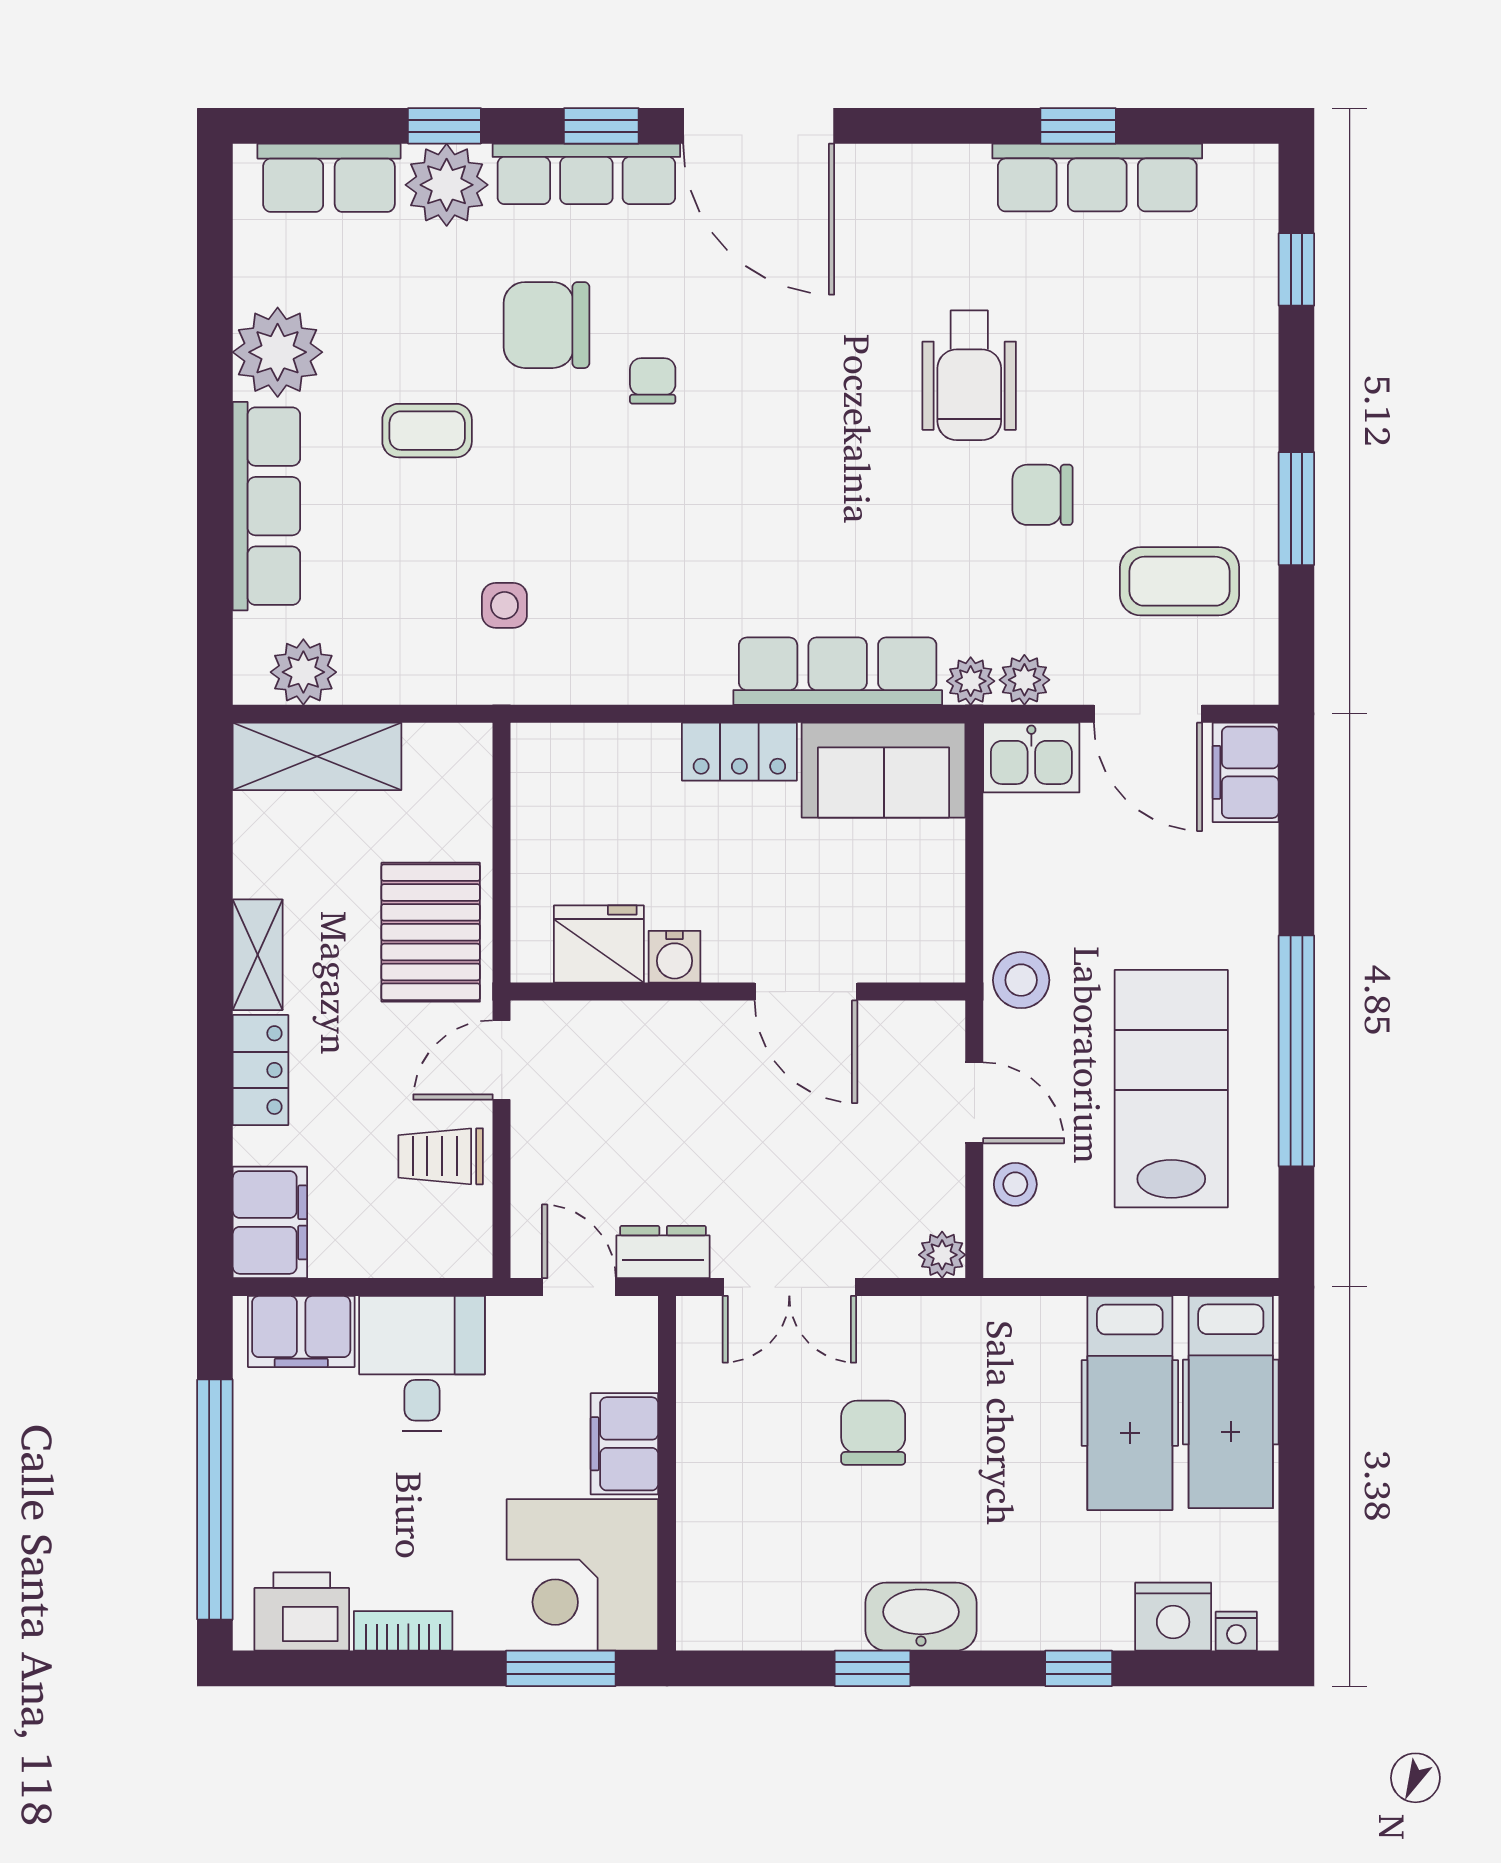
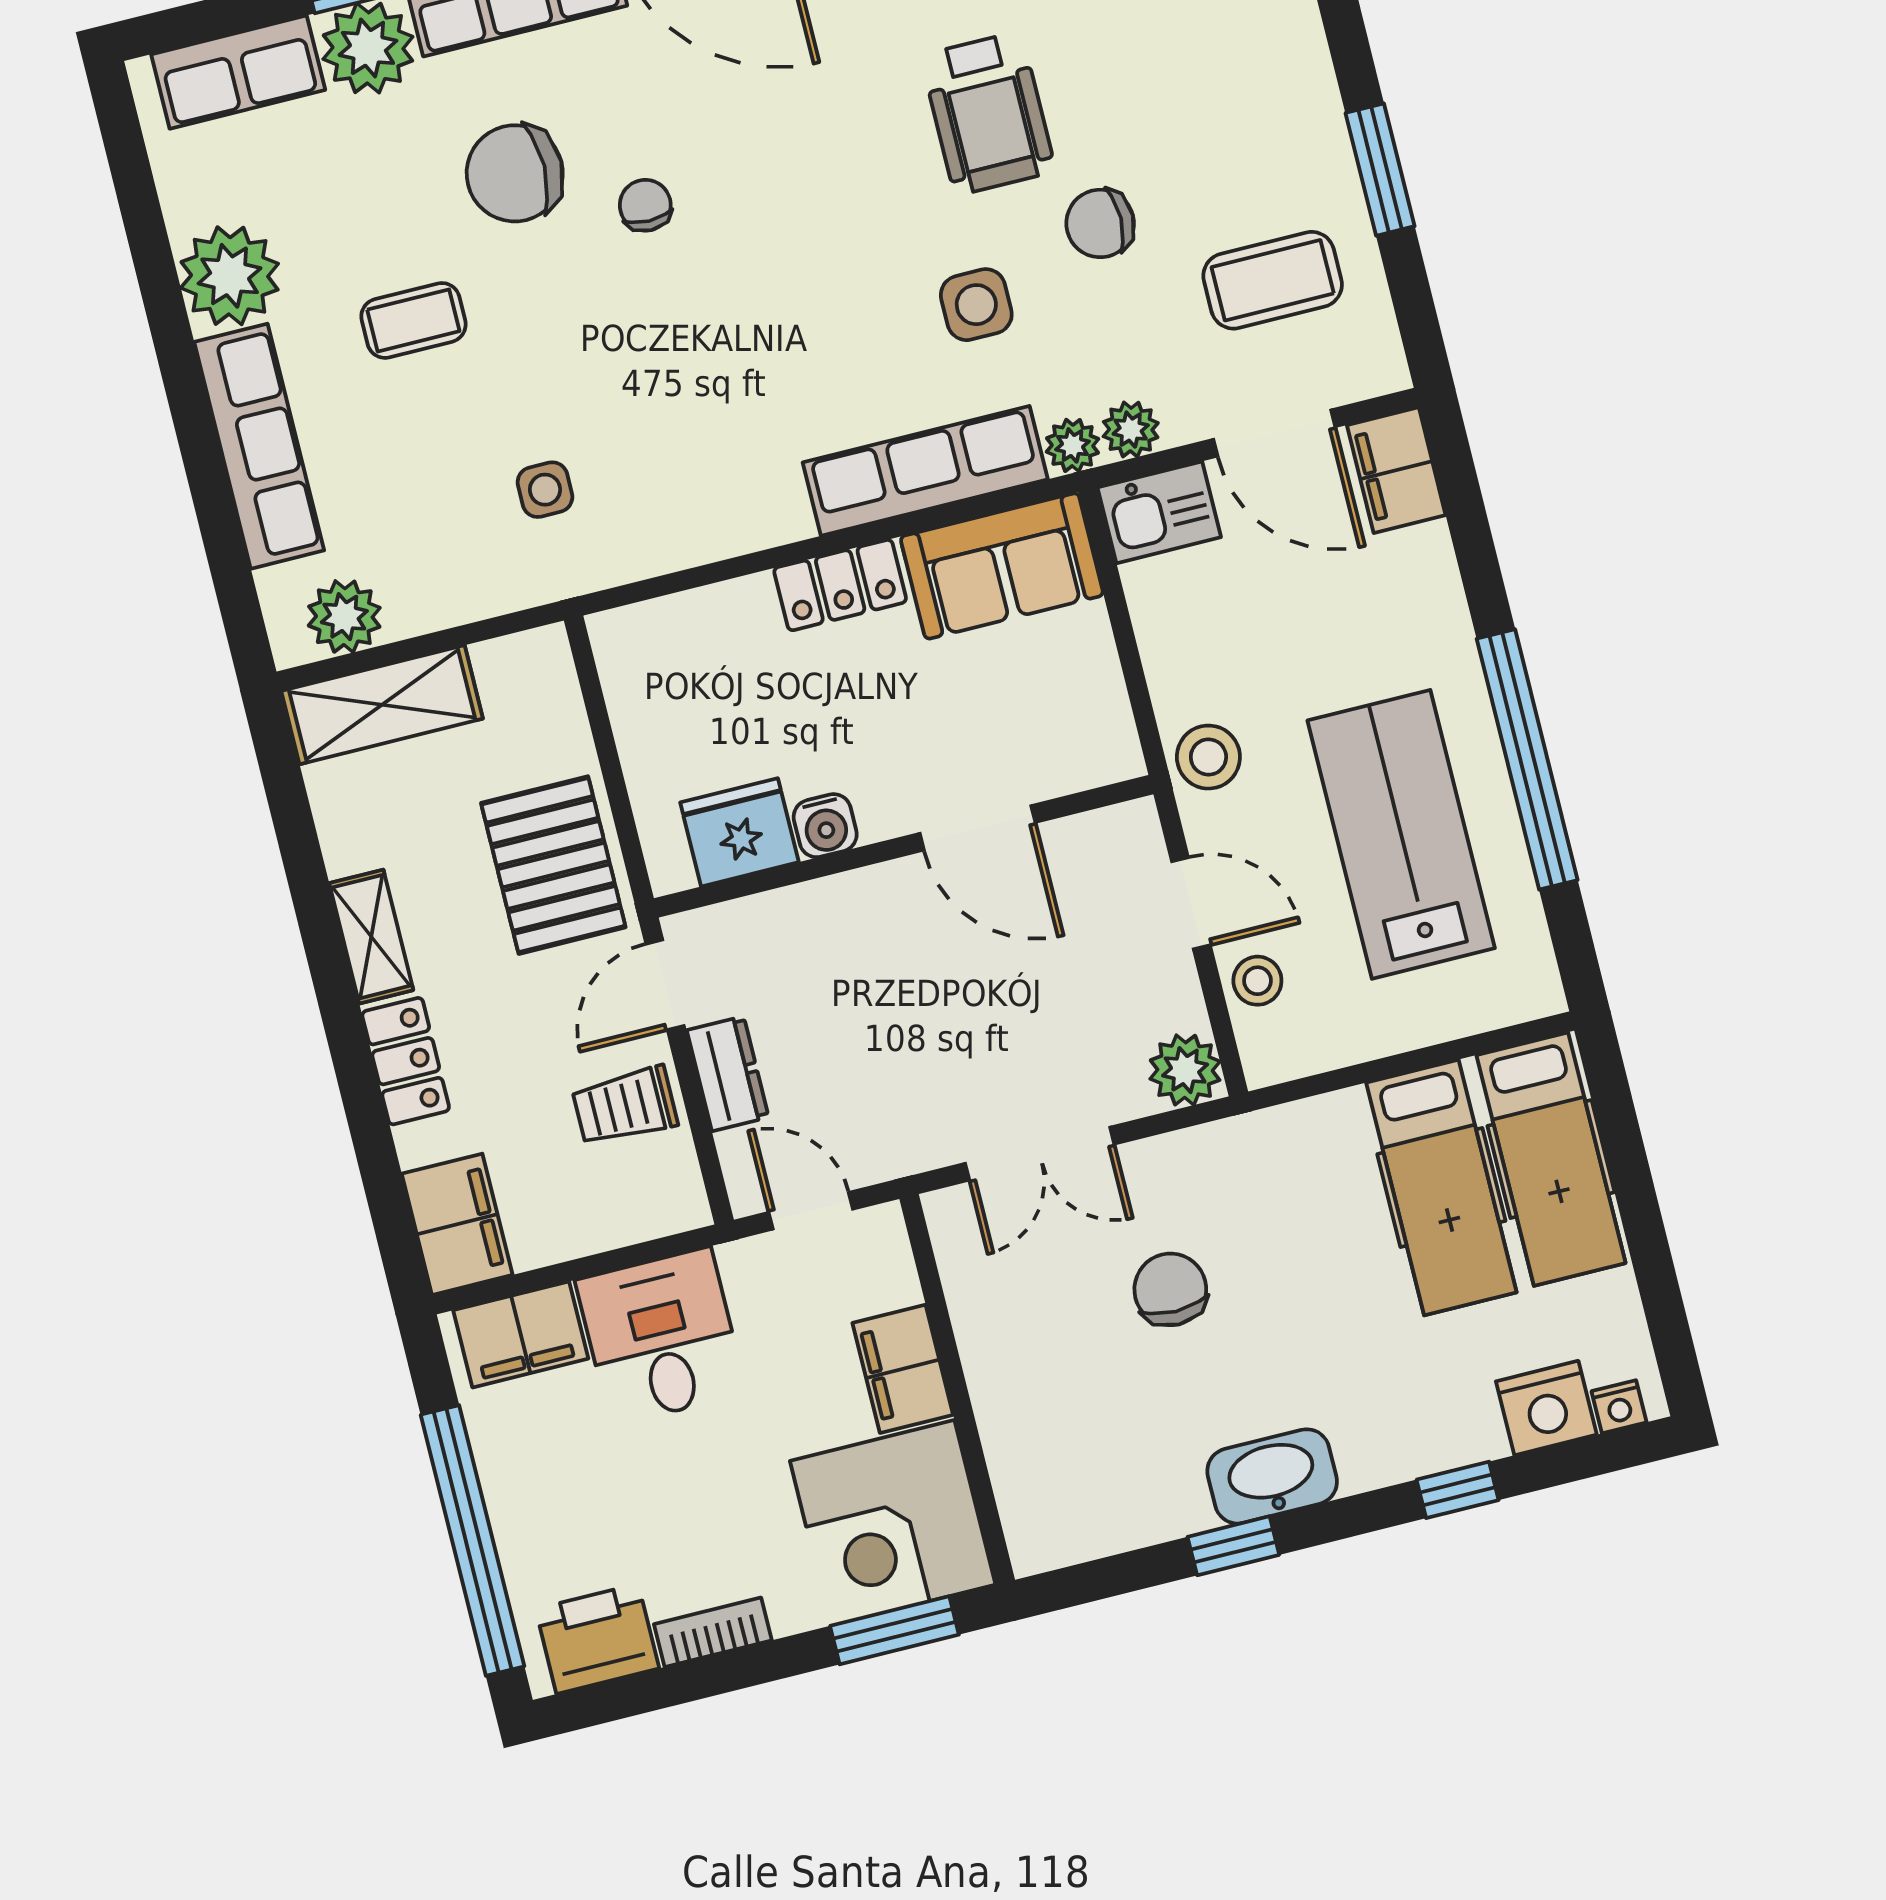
side table: (918, 538) -> (976, 305), added
dresser: (663, 1252) -> (728, 1074), moved, turned 90
plant: (942, 1255) -> (1185, 1070), width x1.38, depth x1.38

